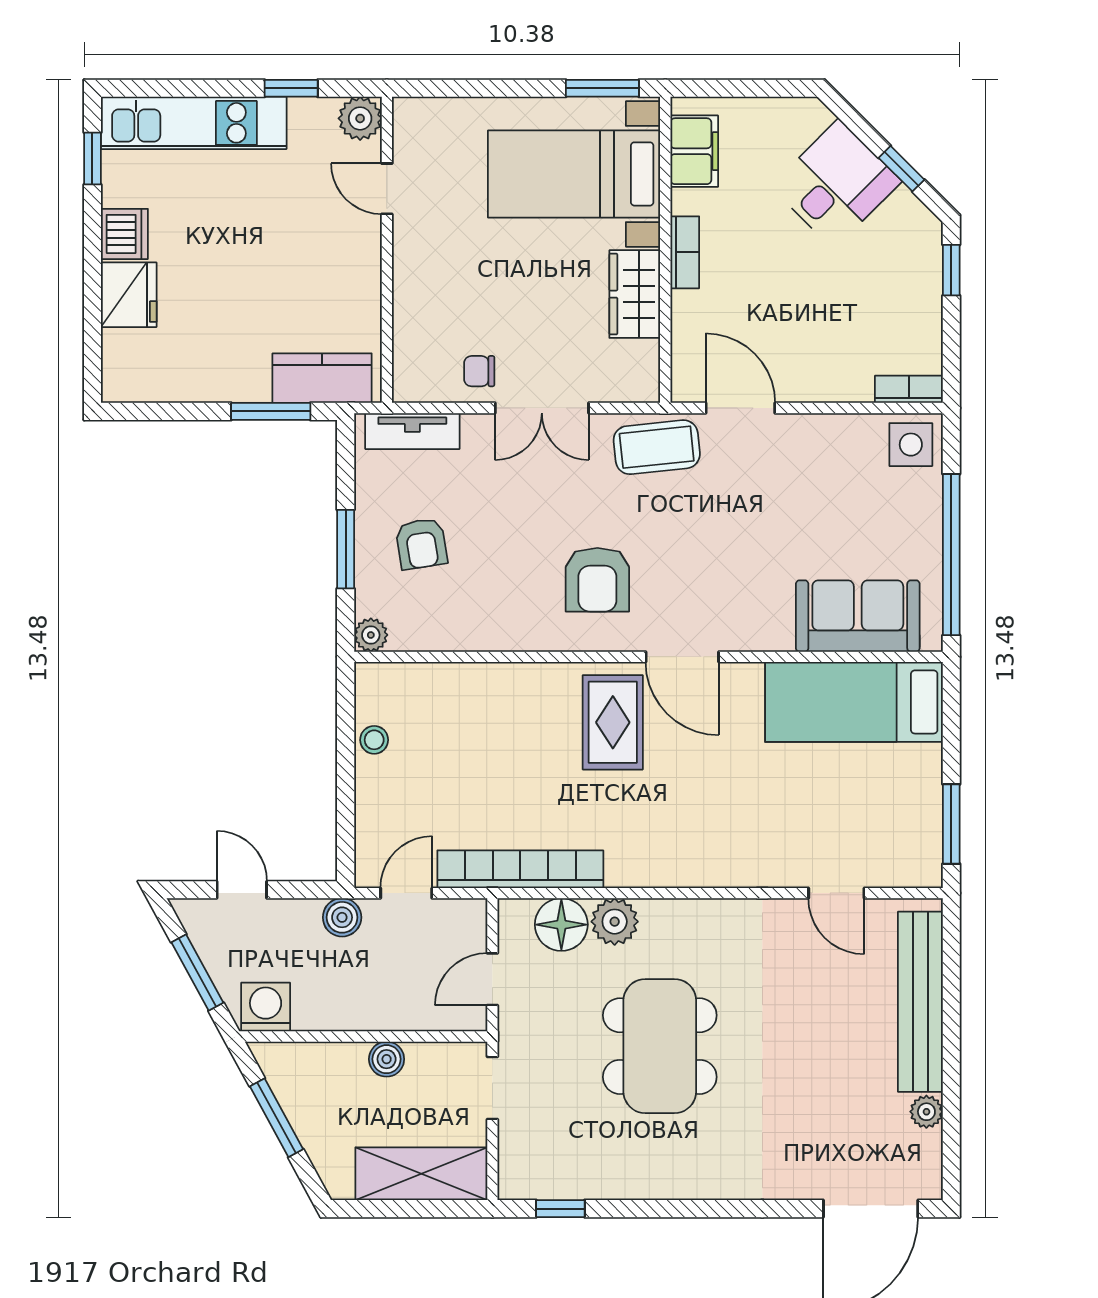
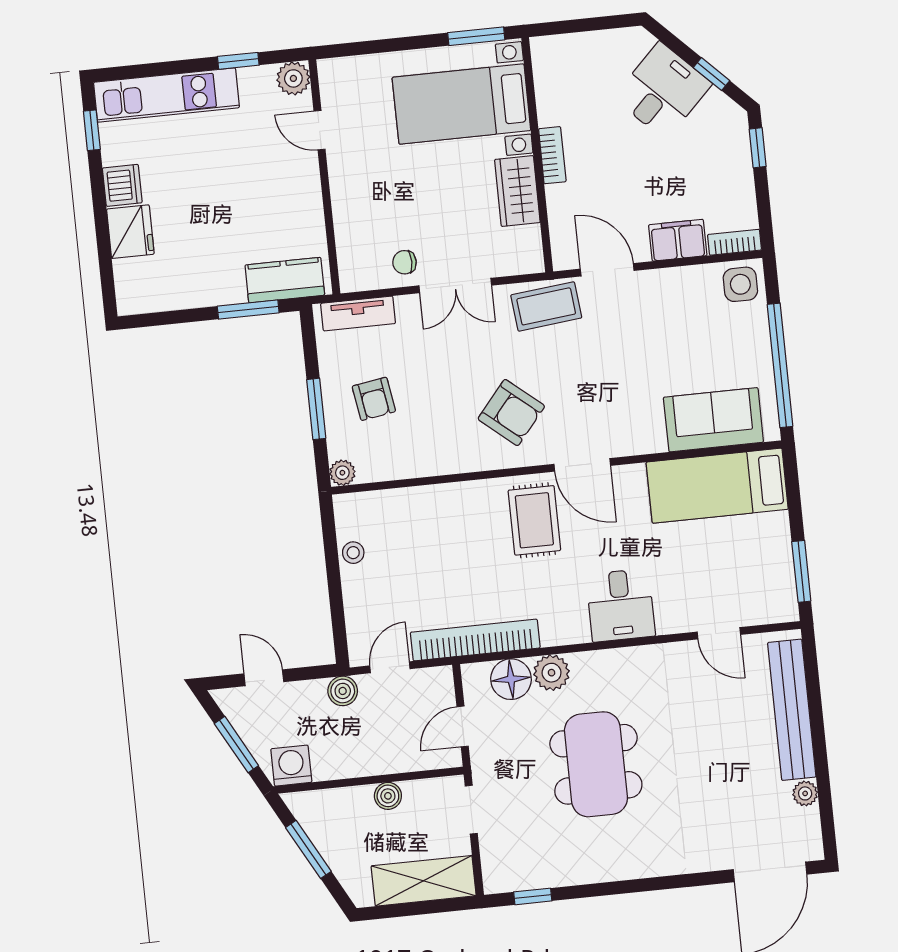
filing cabinet: (694, 151) -> (678, 240), moved, turned -90
armchair: (597, 580) -> (511, 413), turned -50
desk: (713, 844) -> (621, 605), added

